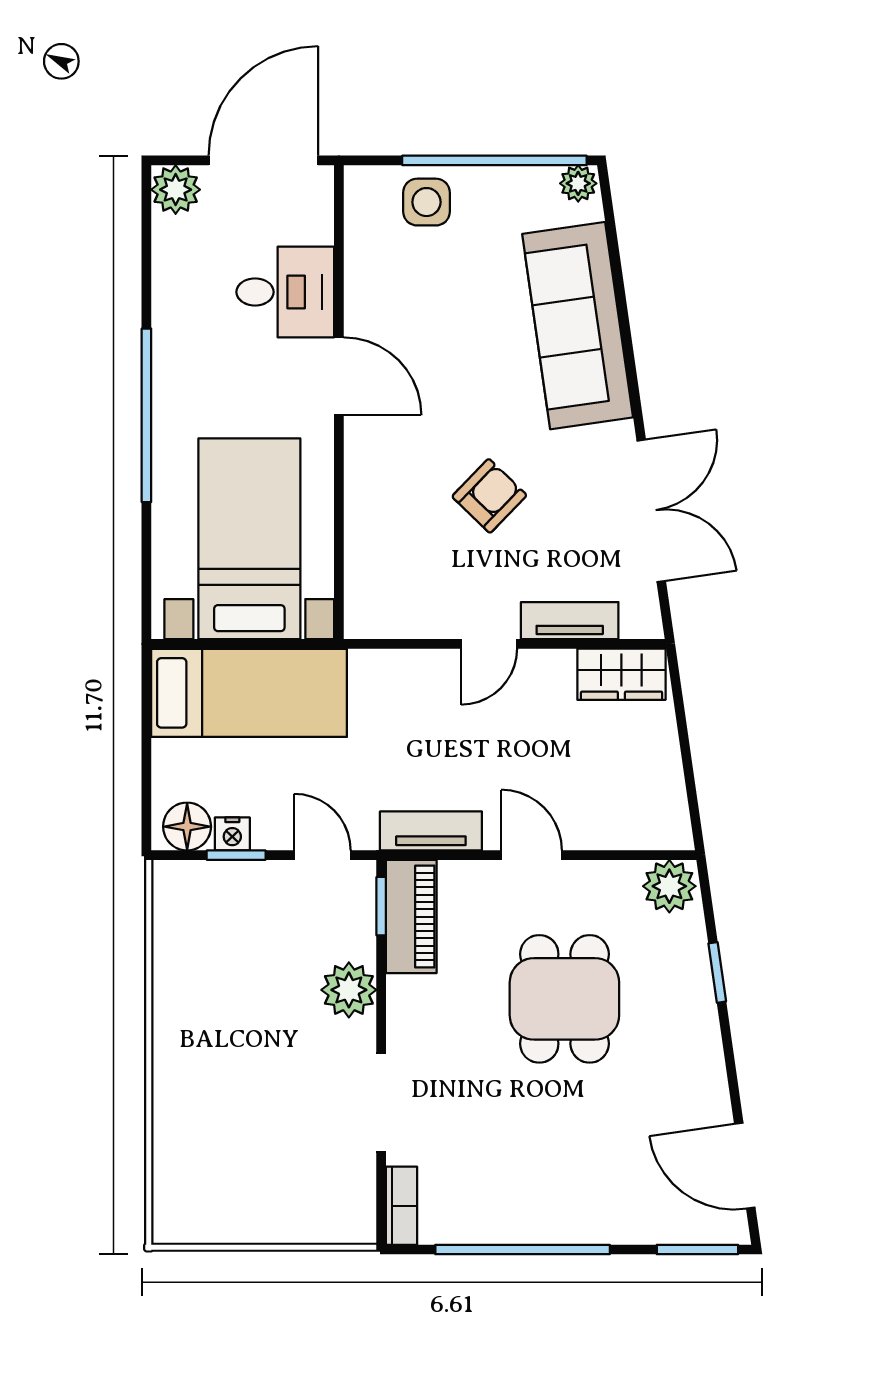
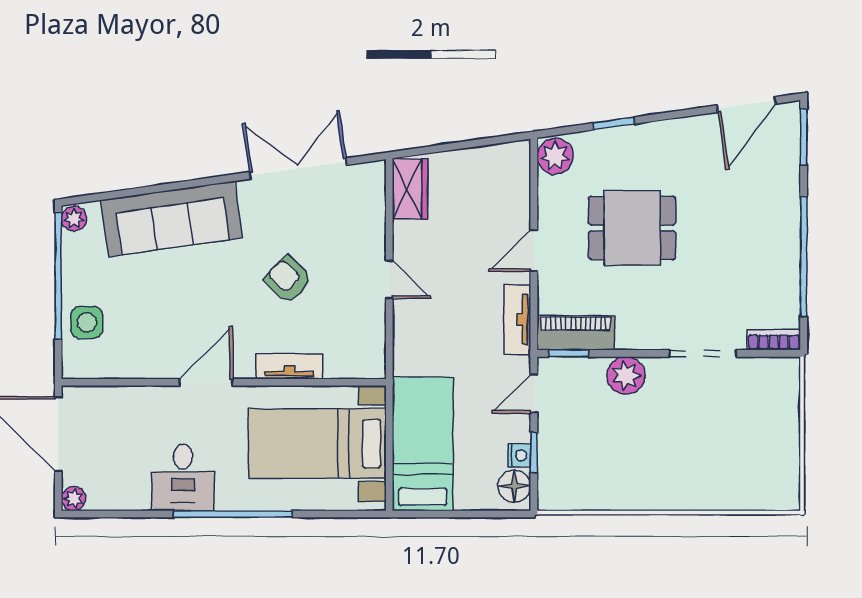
plant: (176, 190) -> (74, 499), width x0.73, depth x0.73
desk: (285, 292) -> (183, 477), moved, turned 180
tv unit: (570, 621) -> (289, 366), moved, turned 90

